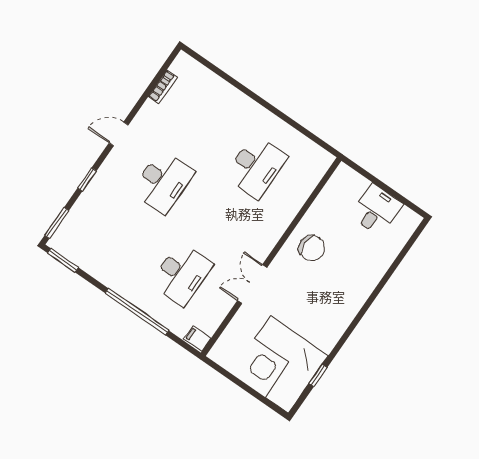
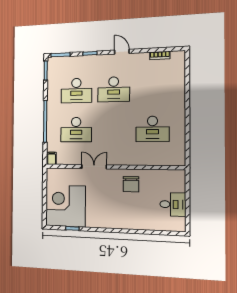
desk: (126, 235) -> (76, 90), added

